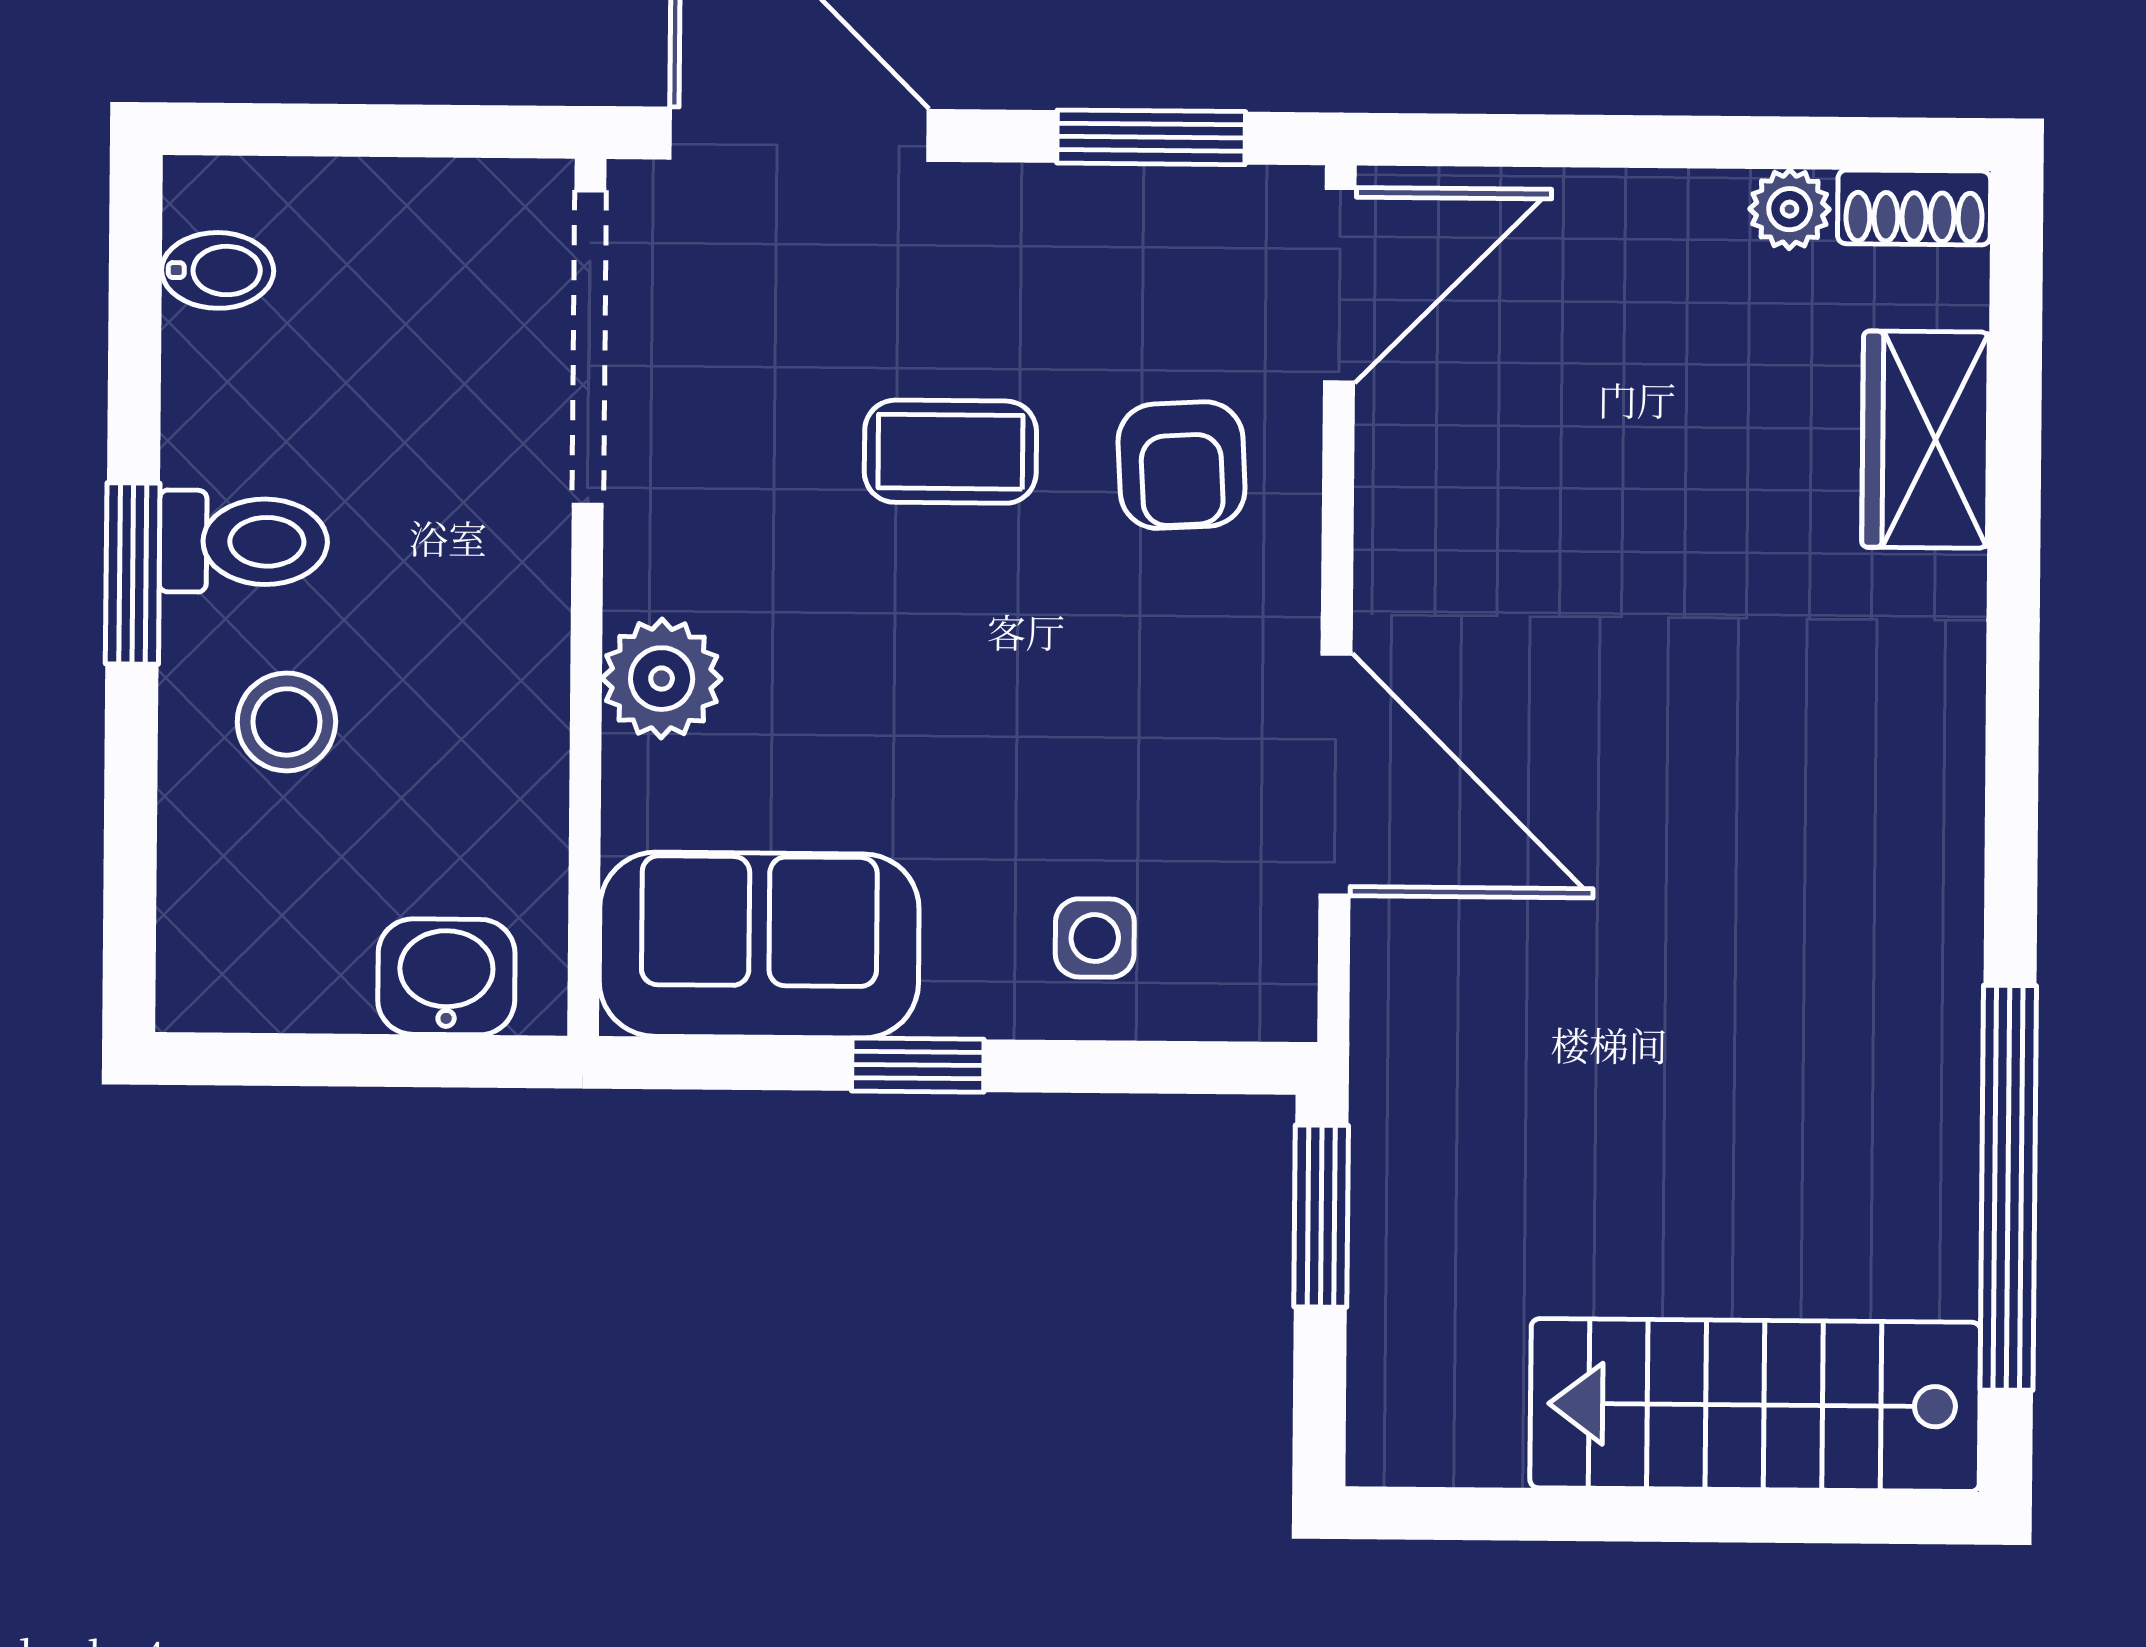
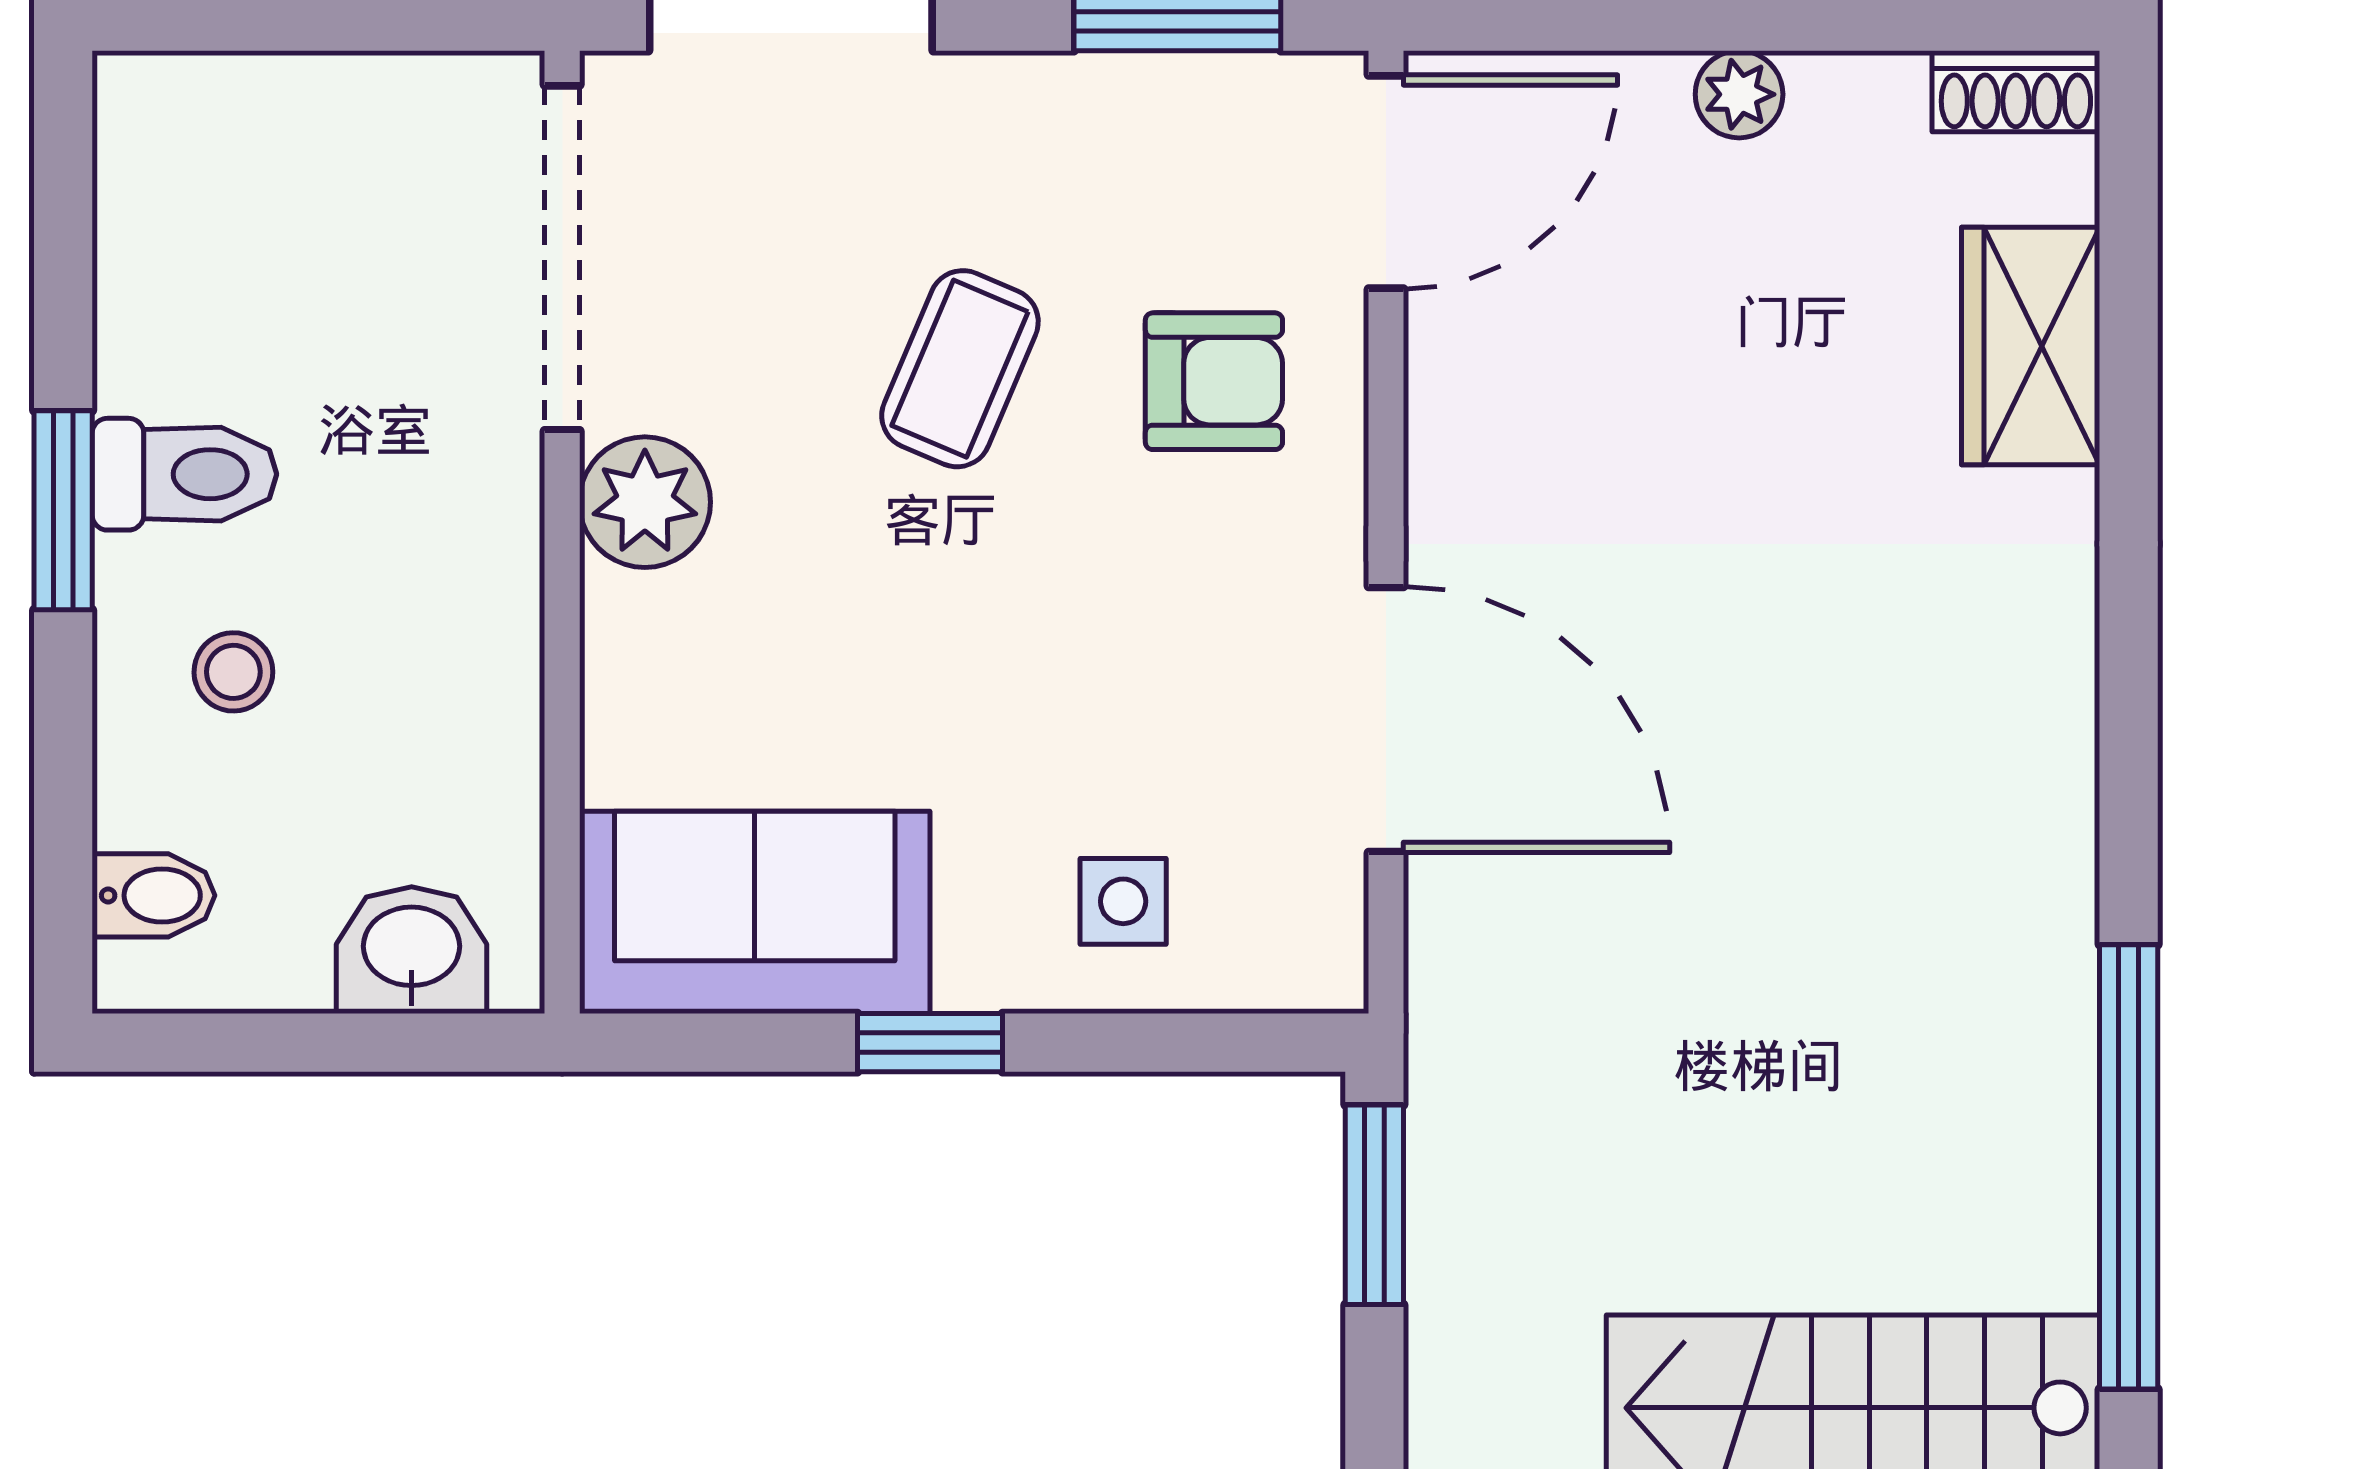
plant: (1790, 209) -> (1739, 94), moved
bidet: (218, 270) -> (154, 895), moved
coffee table: (950, 452) -> (960, 369), turned -67
armchair: (1182, 465) -> (1214, 381), turned -87
plant: (662, 679) -> (645, 502), moved
stool: (286, 722) -> (233, 672), width x0.73, depth x0.73

